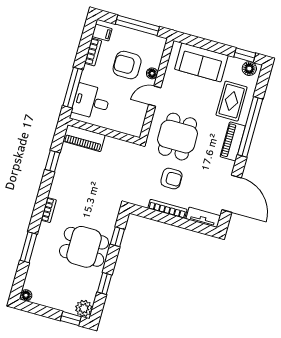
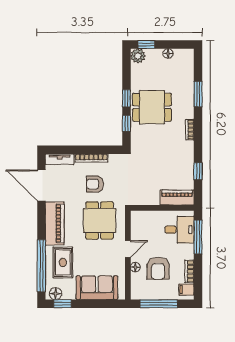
armchair: (127, 65) -> (158, 268), turned 90
window: (250, 127) -> (41, 266), moved
piano: (233, 141) -> (55, 223), width x1.37, depth x1.33
window: (104, 284) -> (126, 98), moved
floor lamp: (26, 295) -> (168, 53), moved

